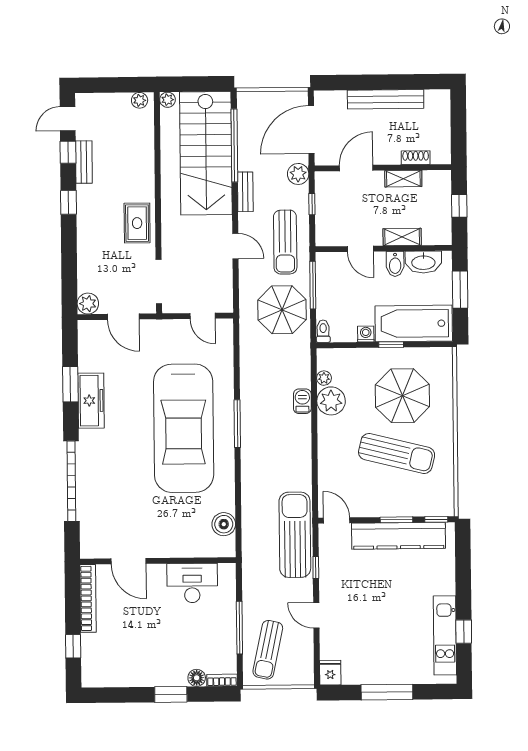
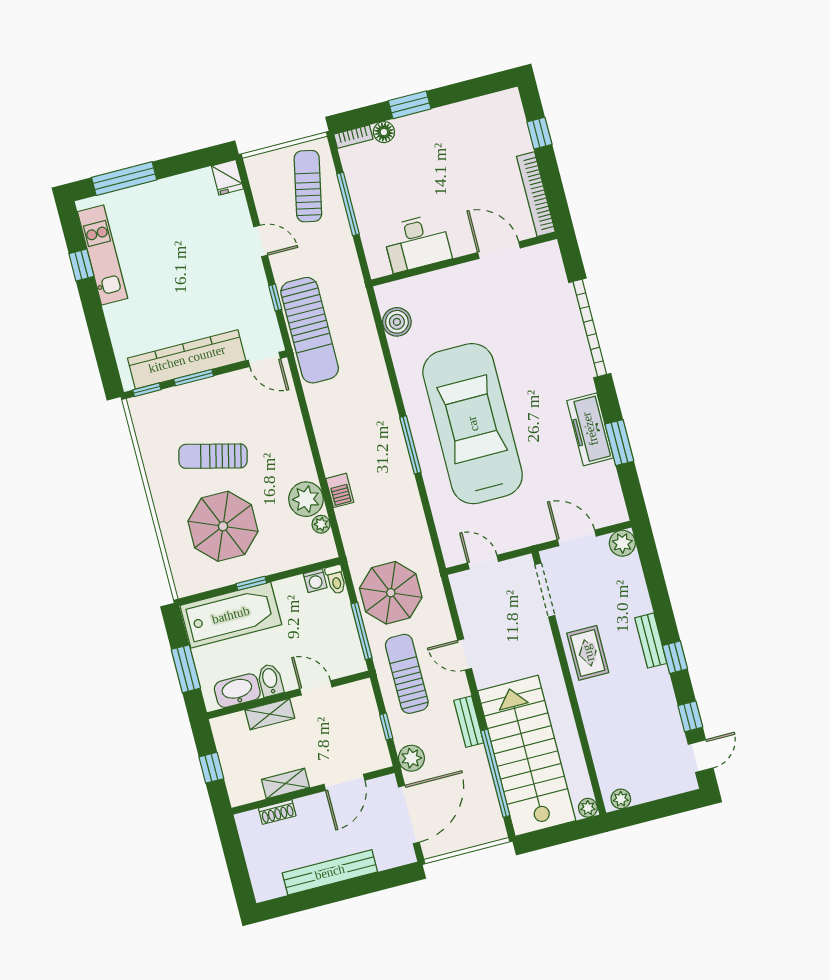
bench: (84, 162) -> (651, 641), moved
washing machine: (366, 334) -> (315, 581), moved
sun lounger: (397, 454) -> (213, 456), width x0.73, depth x0.75
window: (387, 692) -> (124, 179), moved

